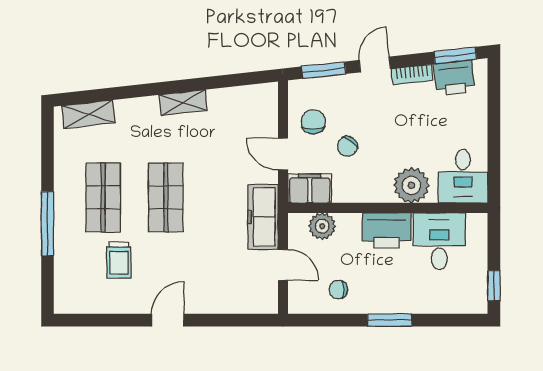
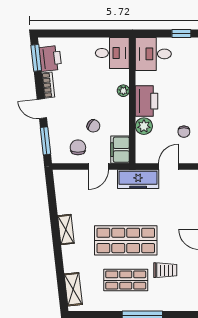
chair: (313, 122) -> (78, 147), turned 90
plant: (411, 185) -> (123, 91), width x0.53, depth x0.53
shop shelf: (166, 197) -> (126, 240), width x1.43, depth x1.36
plant: (322, 226) -> (144, 126), moved
desk: (439, 241) -> (153, 54), moved

